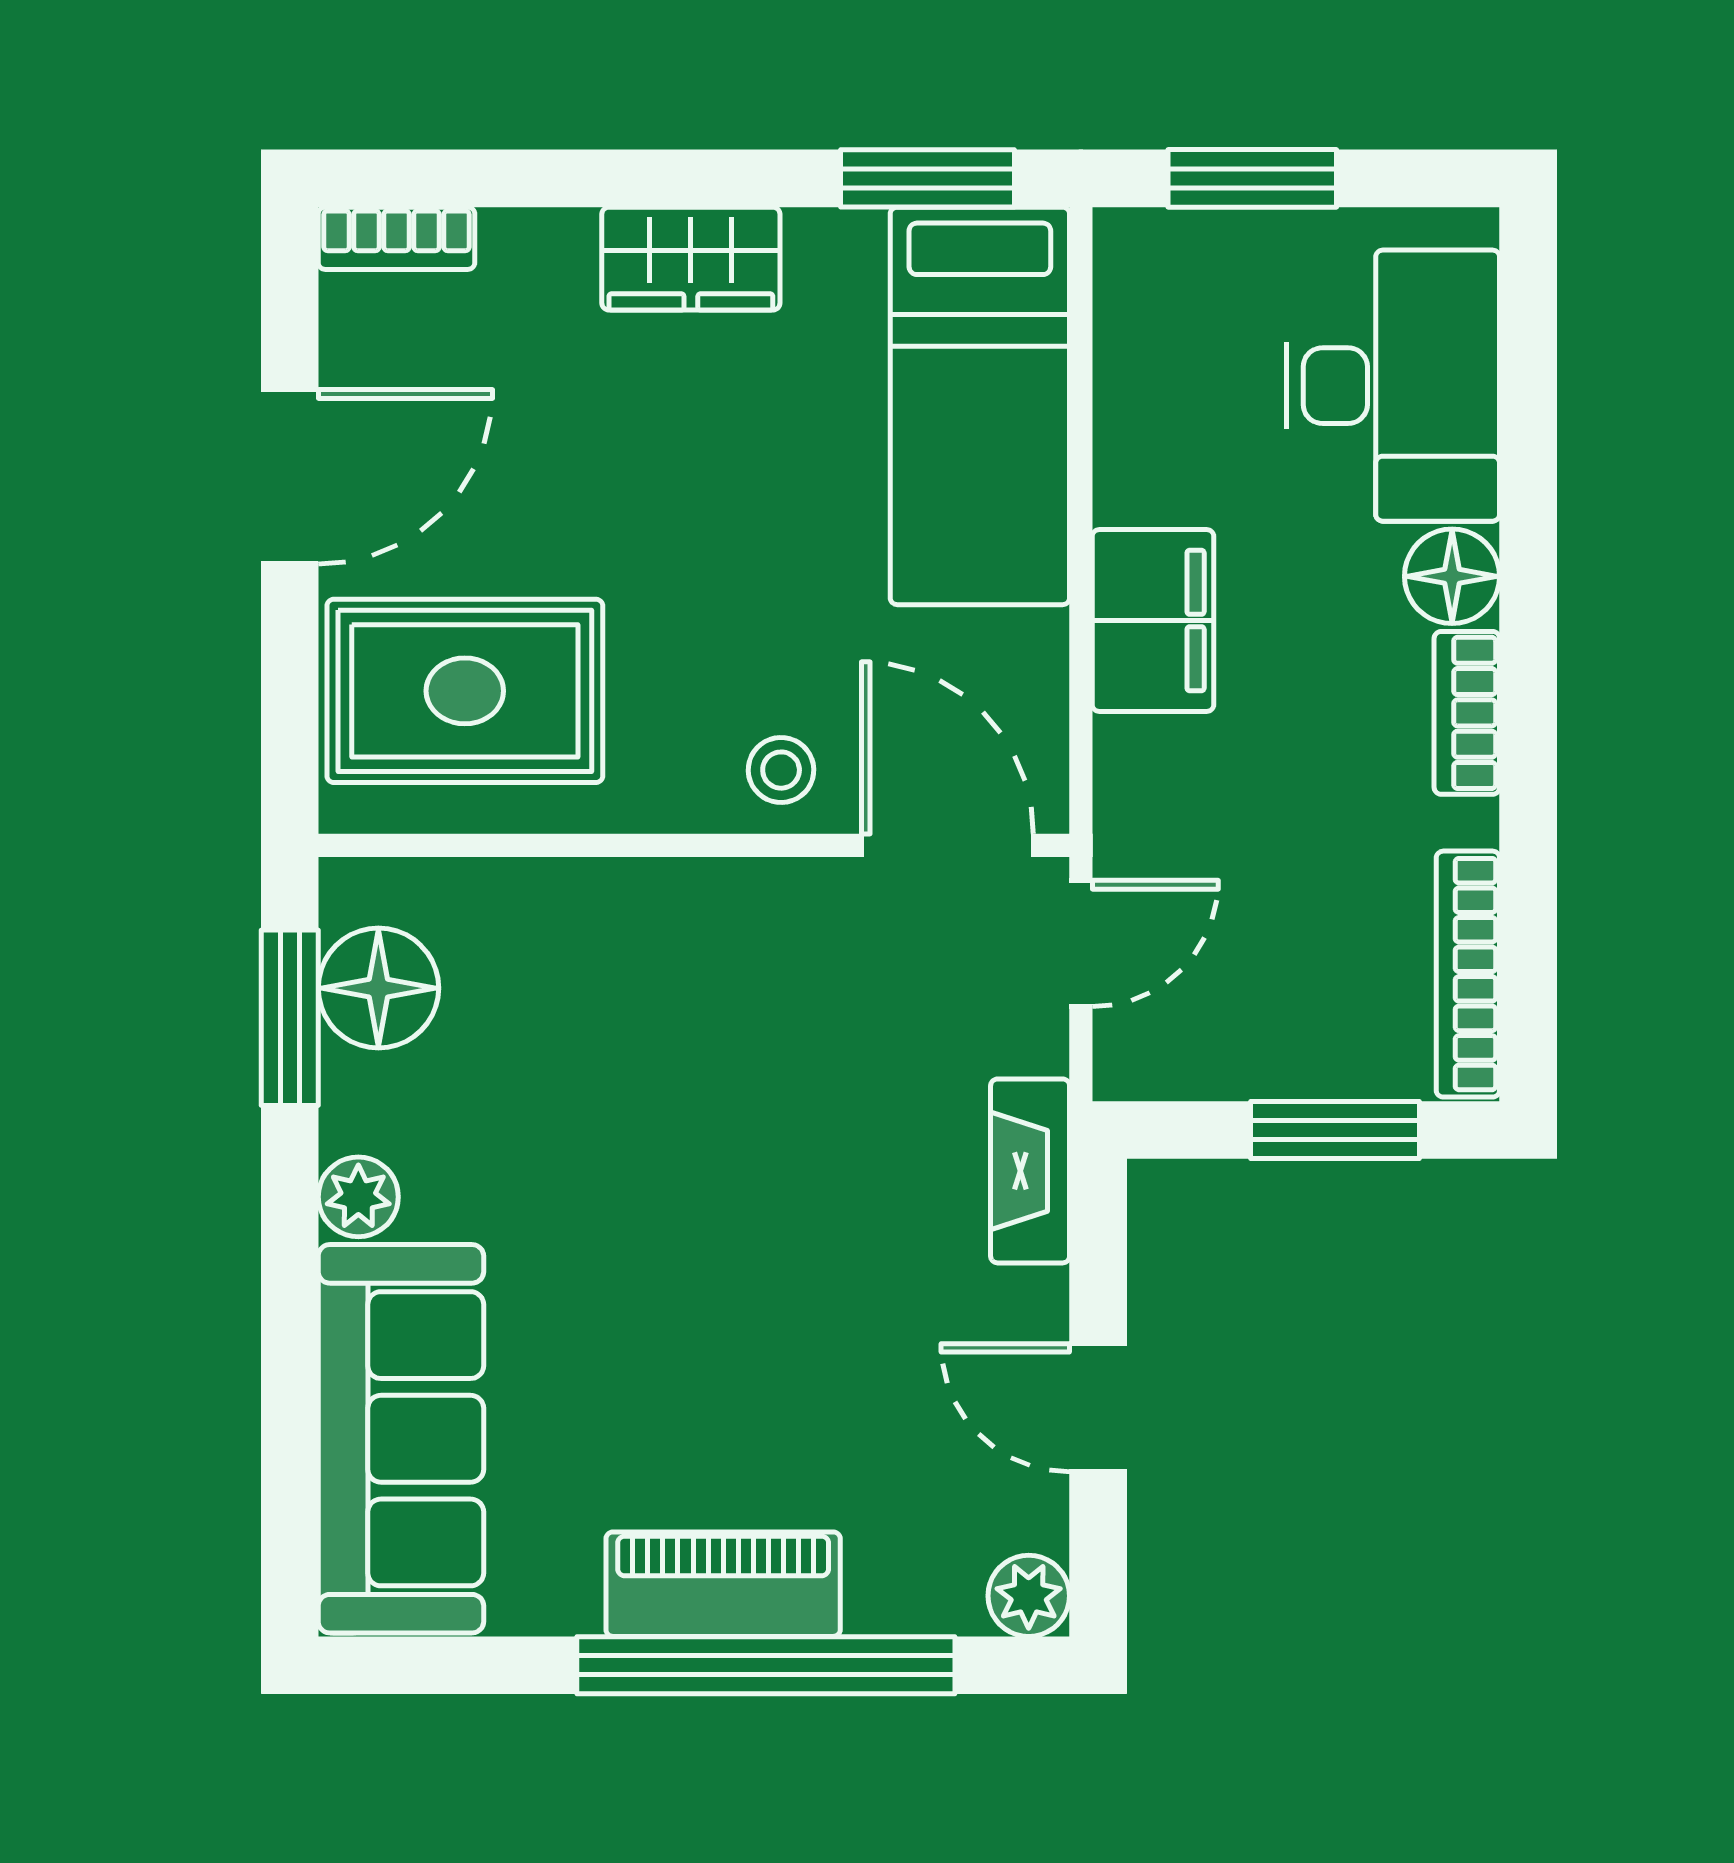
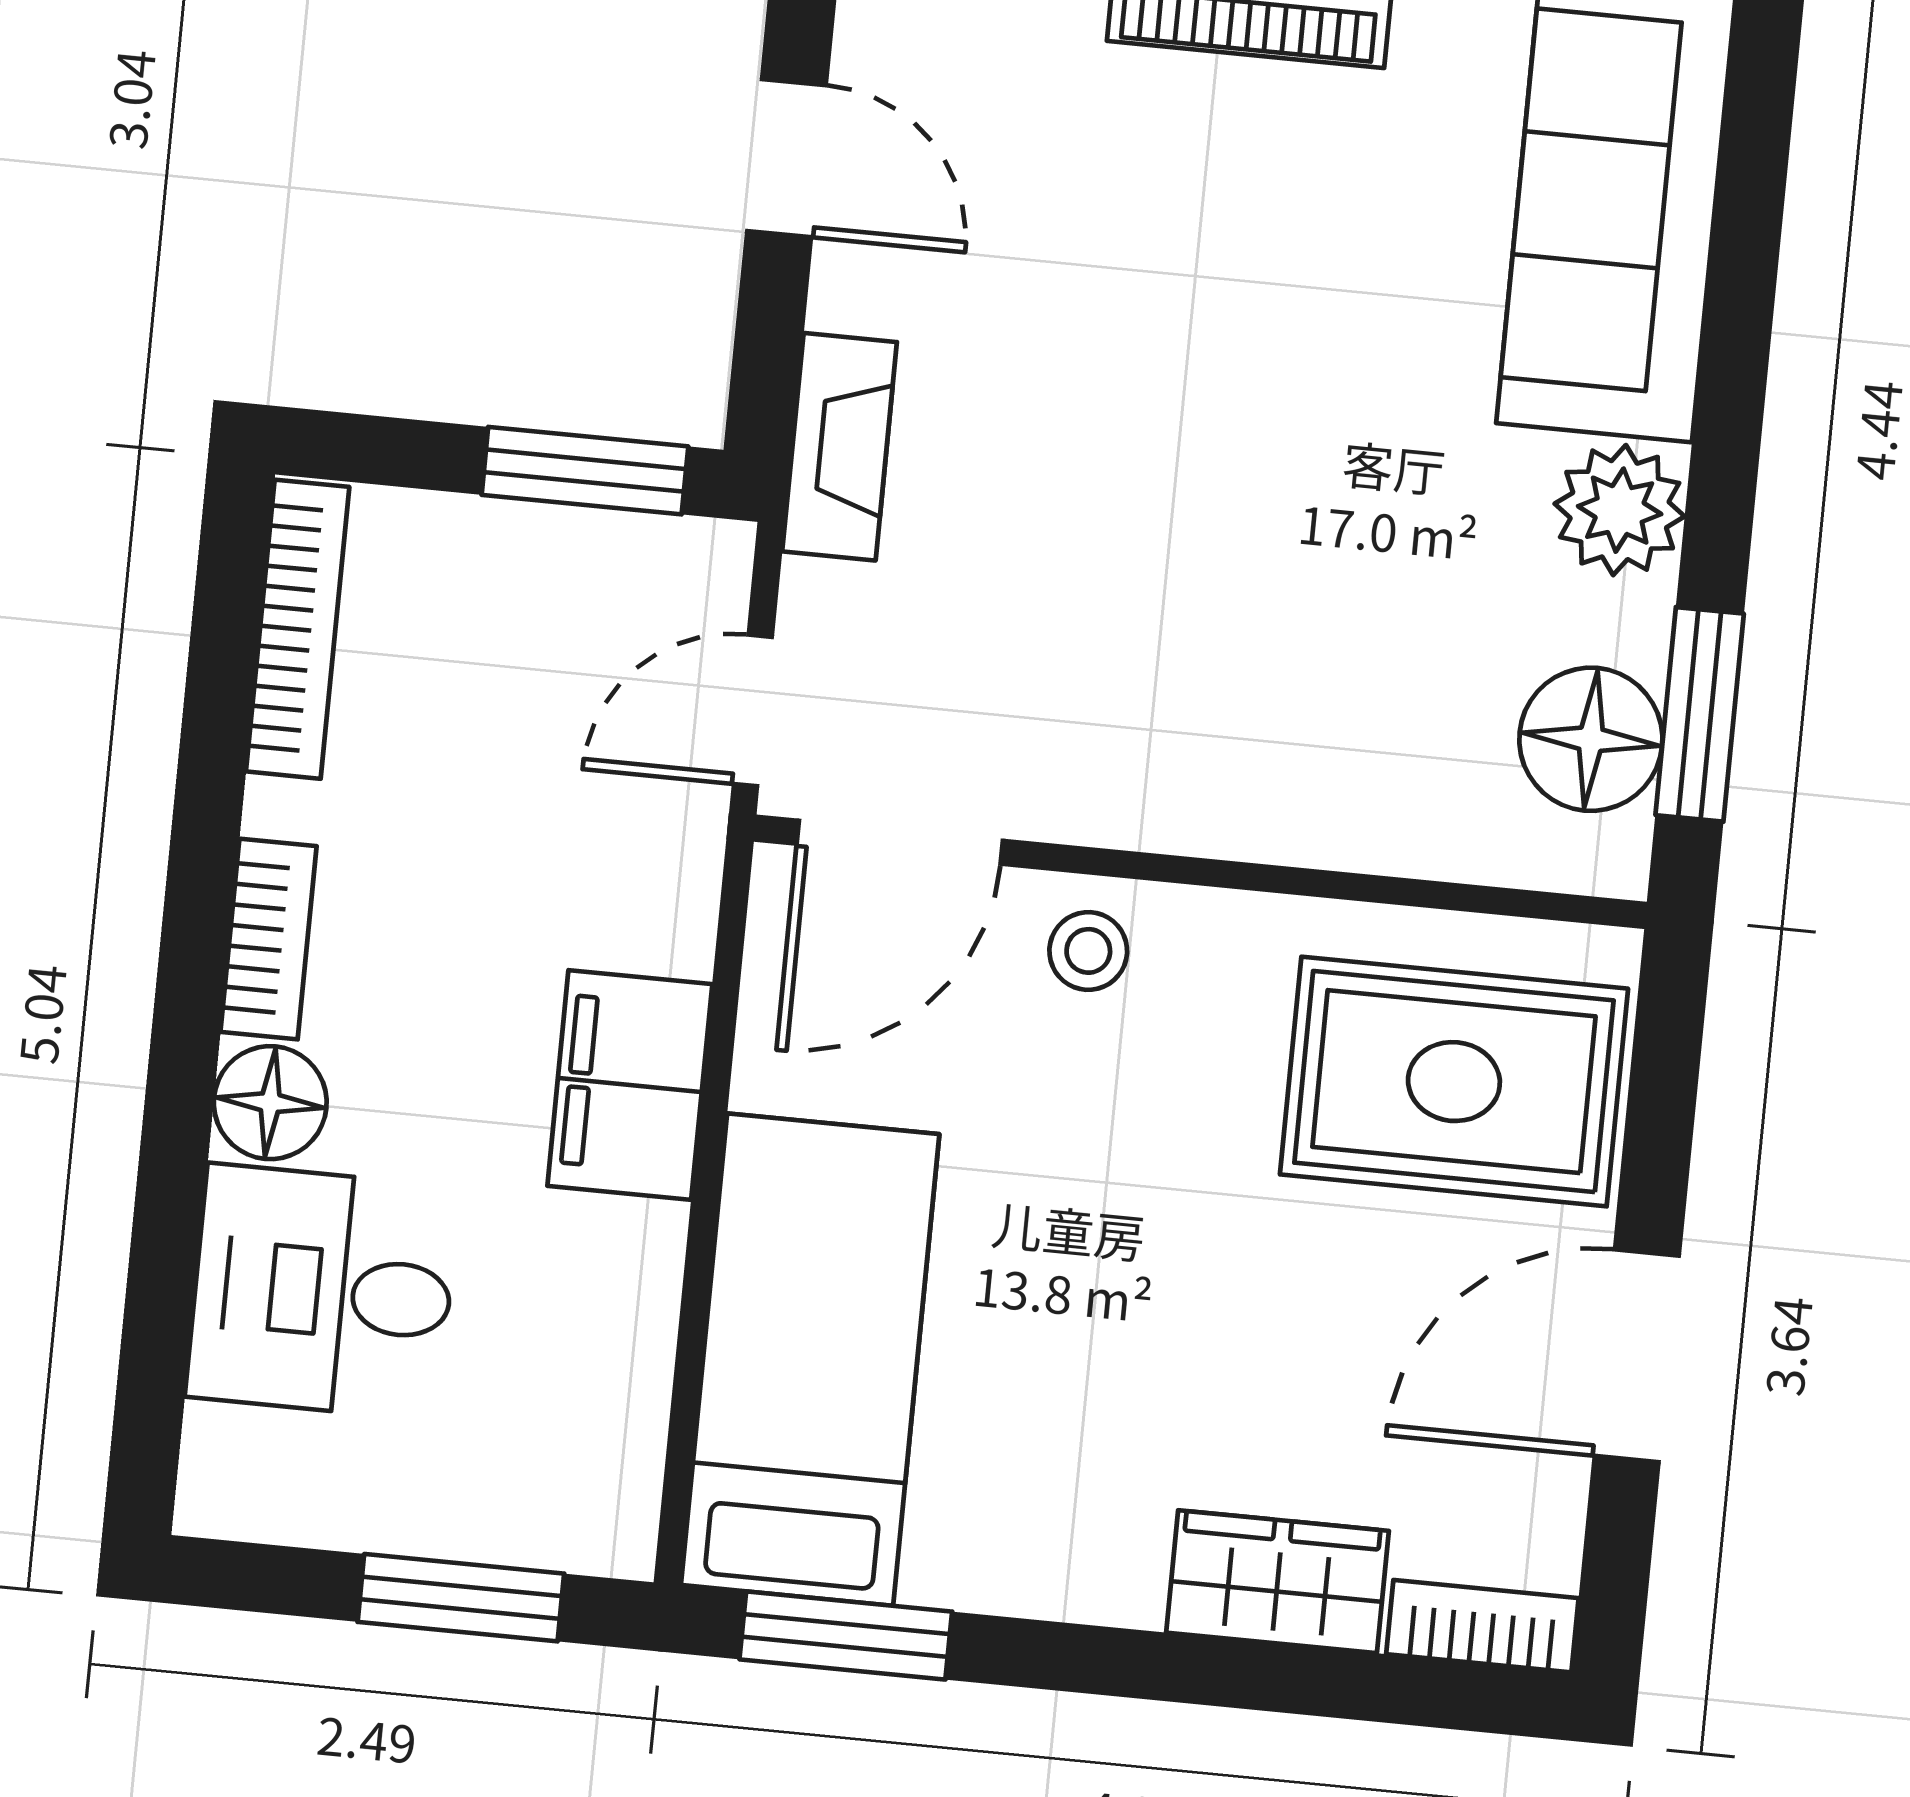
wardrobe: (691, 259) -> (1278, 1582), moved
desk: (1393, 386) -> (322, 1292), width x0.73
door: (947, 845) -> (900, 842), hinge flipped
window: (1335, 1130) -> (585, 471), moved
plant: (358, 1197) -> (1620, 510), width x1.38, depth x1.38

